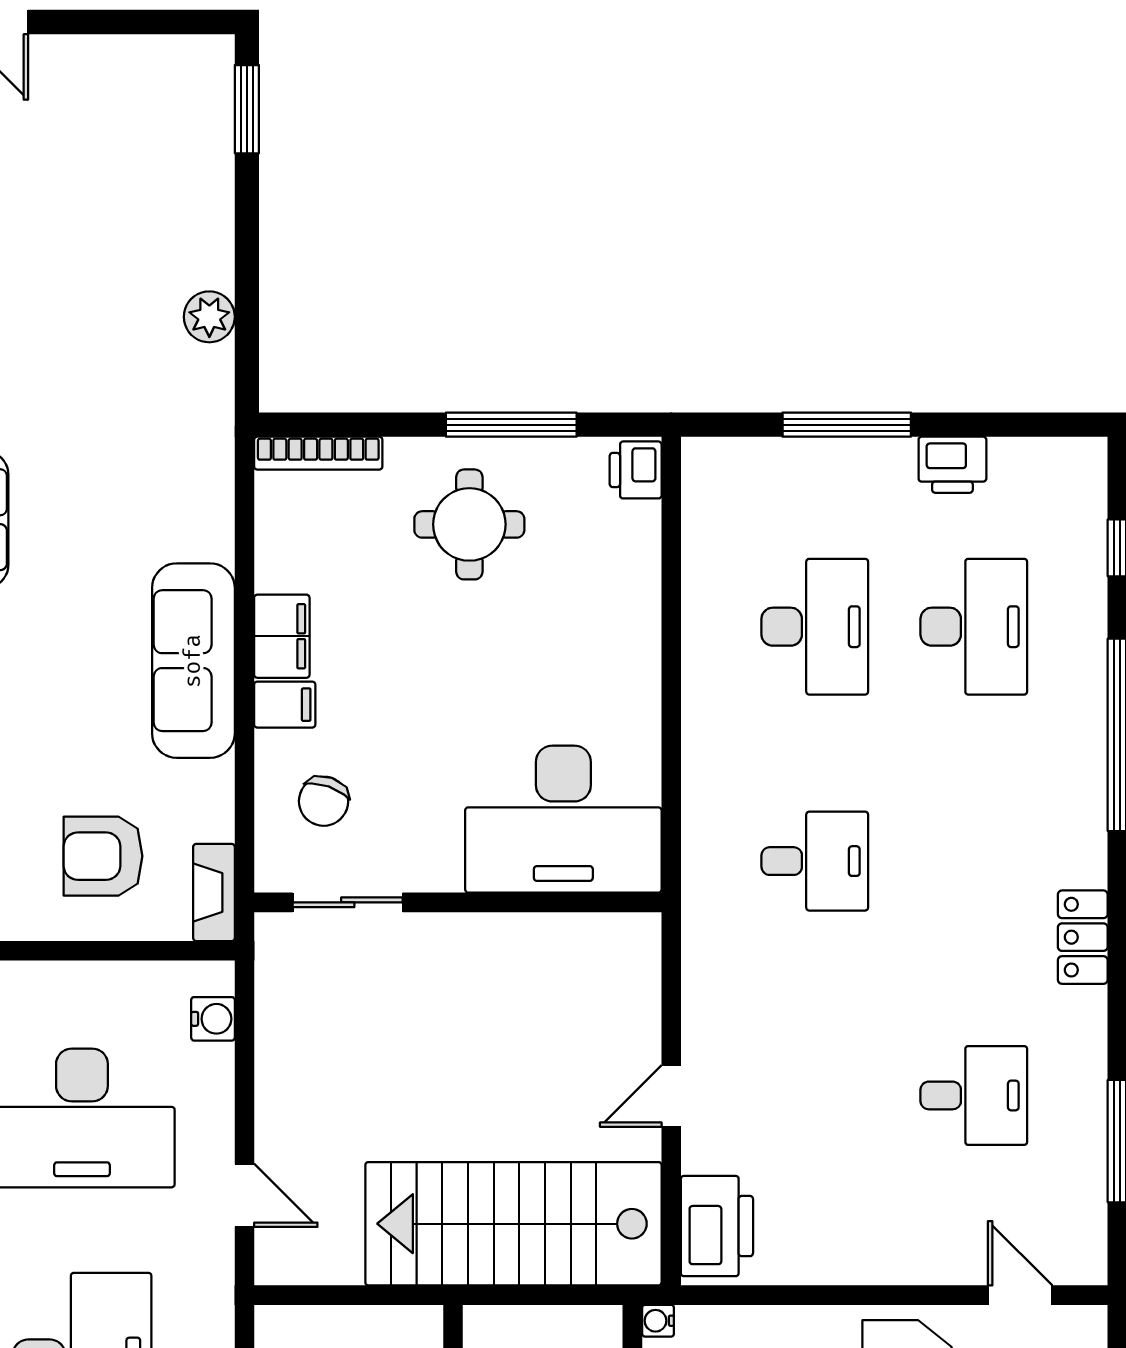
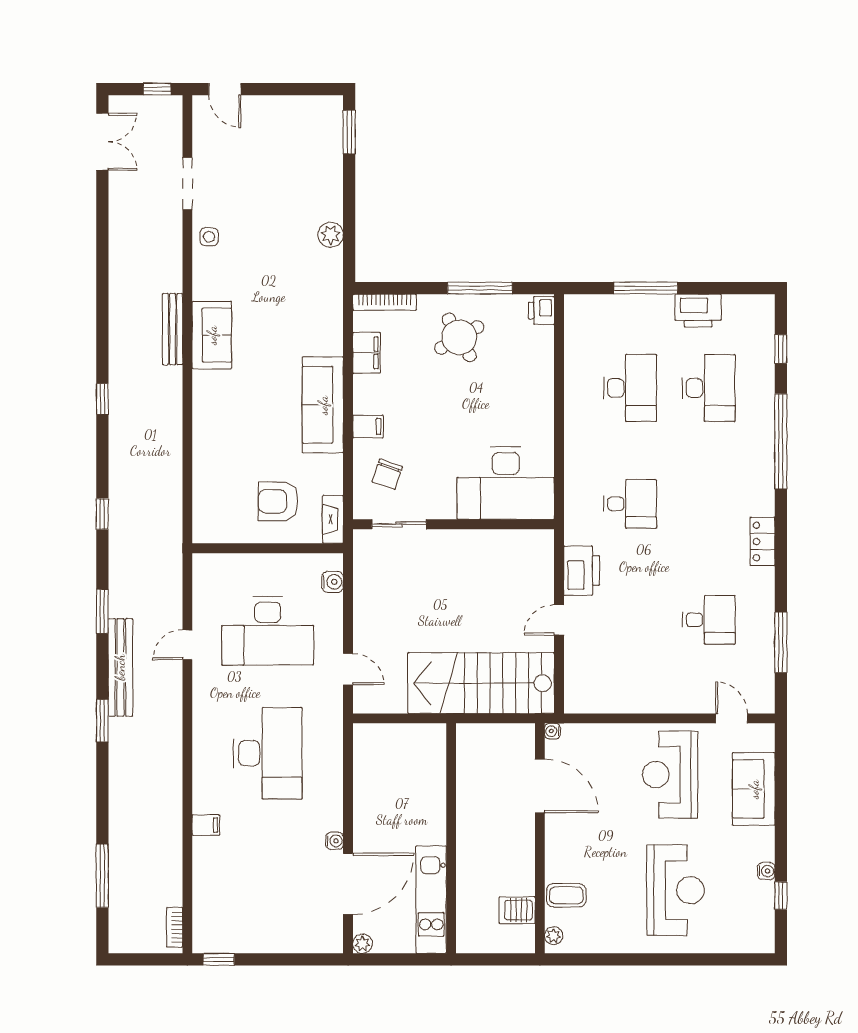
printer: (952, 465) -> (698, 311), width x1.37, depth x1.19
round table: (469, 524) -> (459, 337), turned -30
filing cabinet: (282, 636) -> (367, 353), moved
printer: (717, 1226) -> (582, 571), moved

